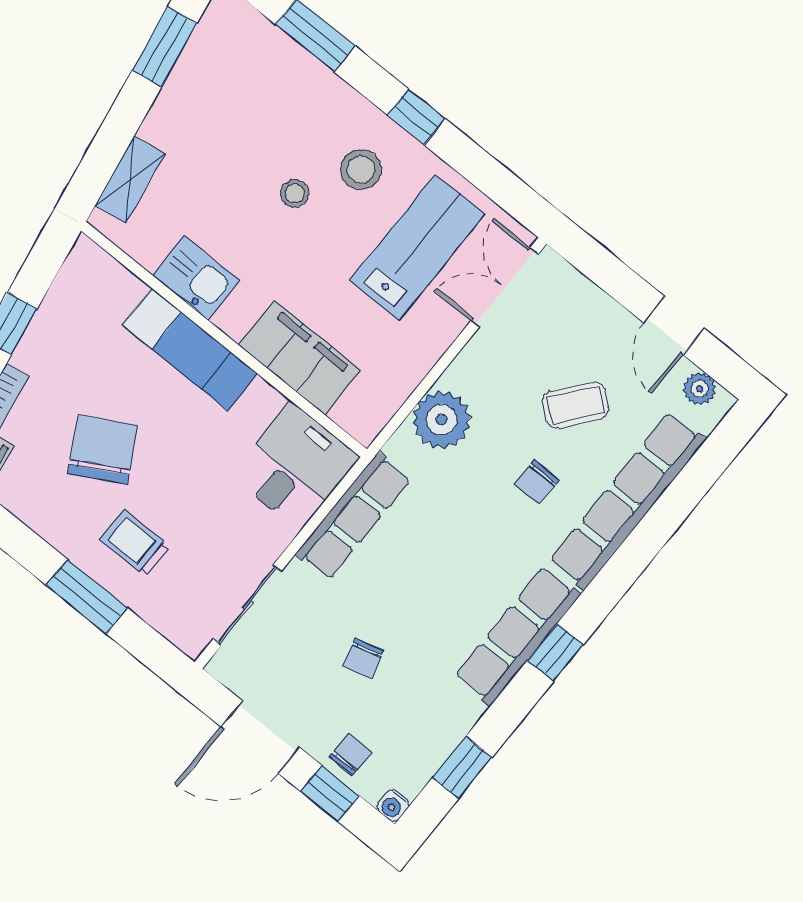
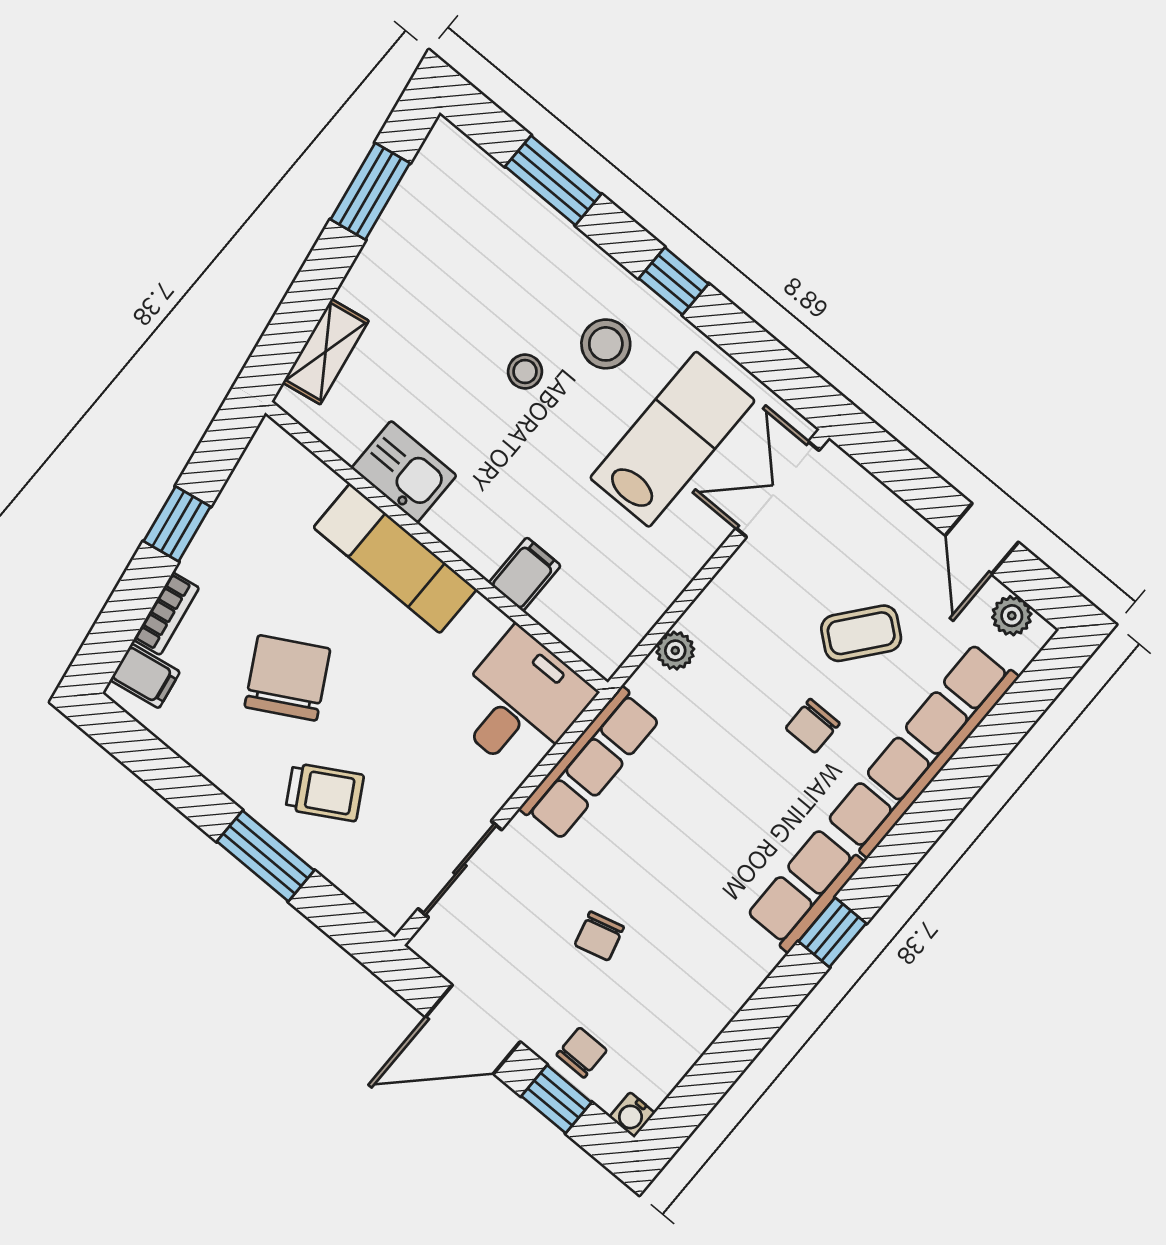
filing cabinet: (300, 358) -> (525, 574), width x0.33, depth x0.86
plant: (442, 420) -> (675, 651), width x0.53, depth x0.53
trolley: (135, 543) -> (325, 792), turned 150
row of seats: (517, 636) -> (805, 889), width x0.68
window: (462, 767) -> (717, 1070), removed

